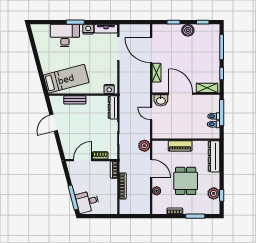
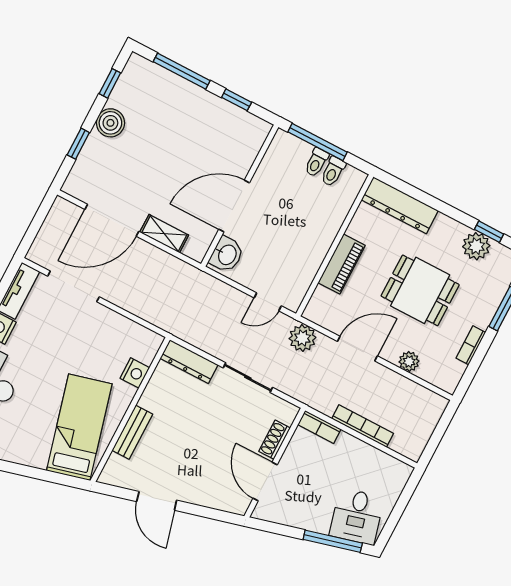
shelving: (207, 88) -> (250, 146), removed
nightstand: (109, 89) -> (135, 373), moved
door: (151, 114) -> (268, 302), moved

